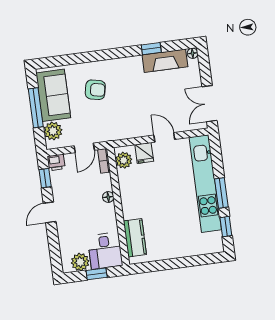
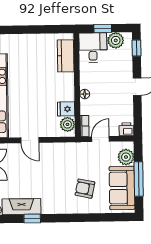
fridge: (144, 153) -> (66, 109), moved, turned -90
window: (45, 178) -> (137, 48), moved

